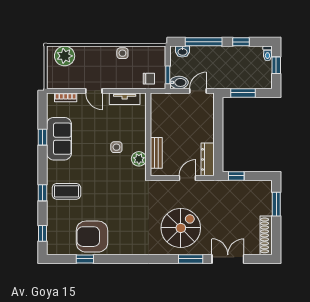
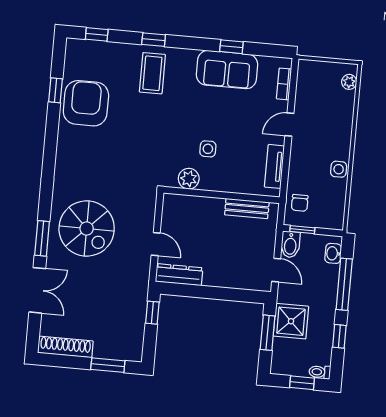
plant: (65, 56) -> (349, 82), width x0.53, depth x0.53
shower: (233, 77) -> (291, 321), added
bench: (156, 153) -> (247, 209), moved

